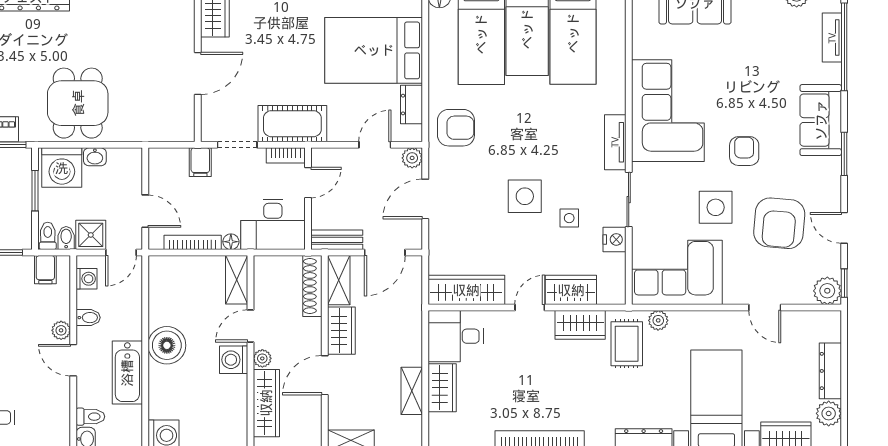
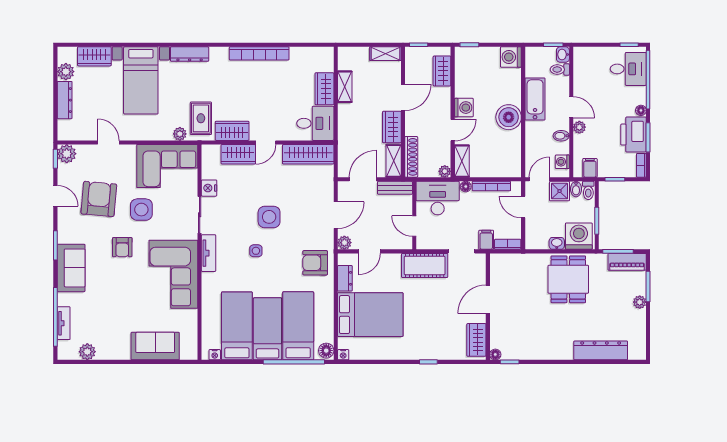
bookcase: (286, 155) -> (508, 244), moved
door: (308, 183) -> (414, 226), hinge flipped
side table: (569, 218) -> (256, 251), moved
plant: (262, 358) -> (445, 171), moved
wardrobe: (266, 403) -> (442, 71), width x0.67

